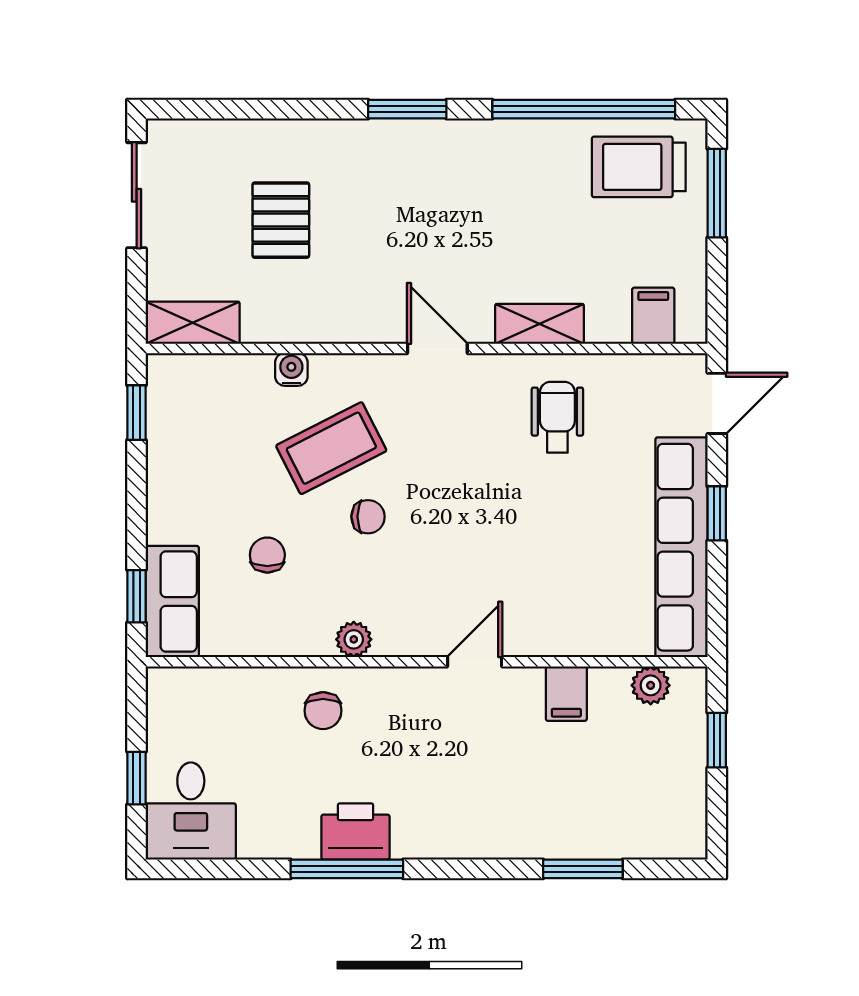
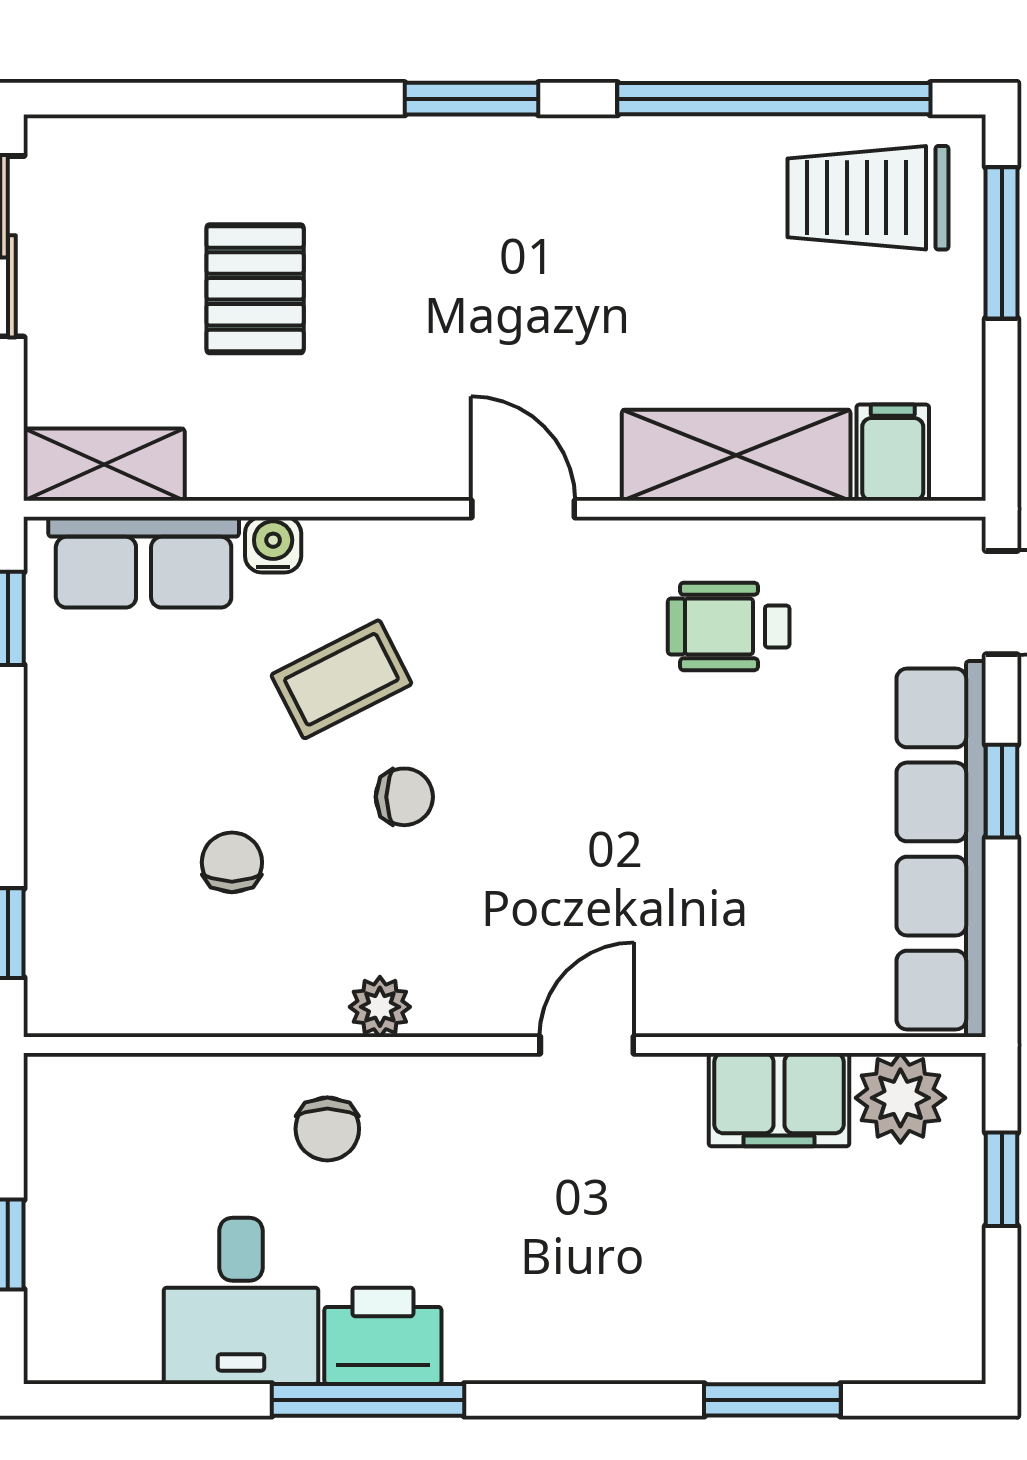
shelving: (540, 324) -> (736, 455), width x1.50, depth x1.33
wheelchair: (557, 417) -> (729, 626), turned -90
coffee table: (331, 448) -> (341, 679), width x0.73, depth x0.77
row of seats: (172, 601) -> (144, 562), moved, turned 90
plant: (651, 685) -> (900, 1098), width x1.38, depth x1.38
filing cabinet: (566, 694) -> (779, 1100), width x2.00
desk: (191, 811) -> (241, 1301), moved

